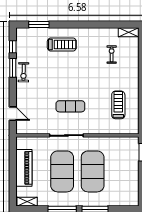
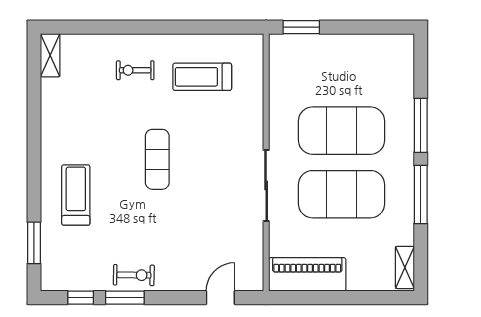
exercise bike: (112, 54) -> (135, 70), moved
exercise mat: (70, 106) -> (157, 159), moved
piano: (24, 168) -> (307, 274), moved

